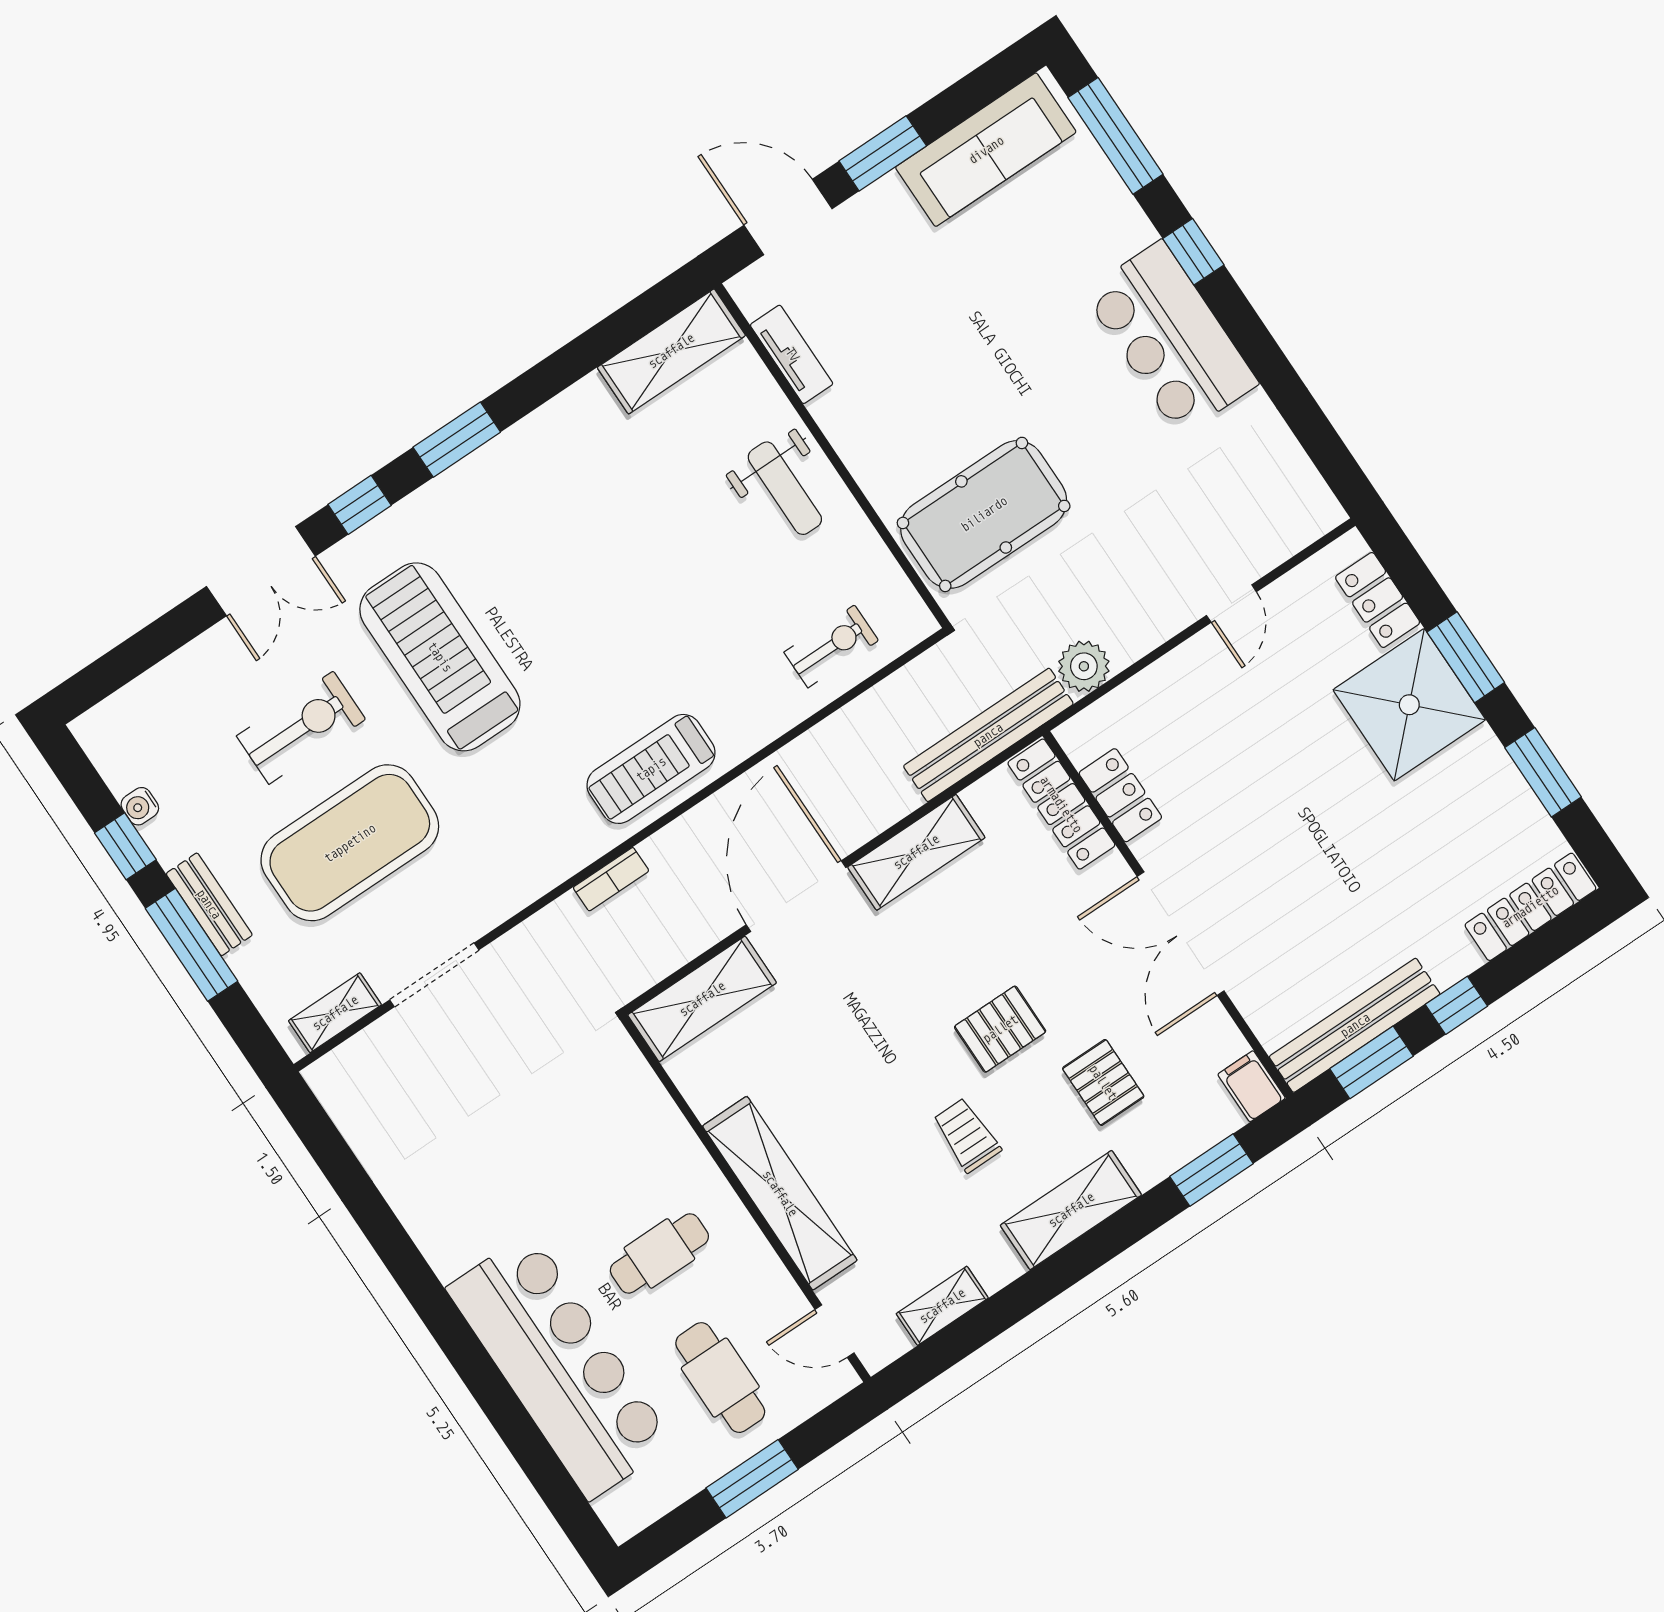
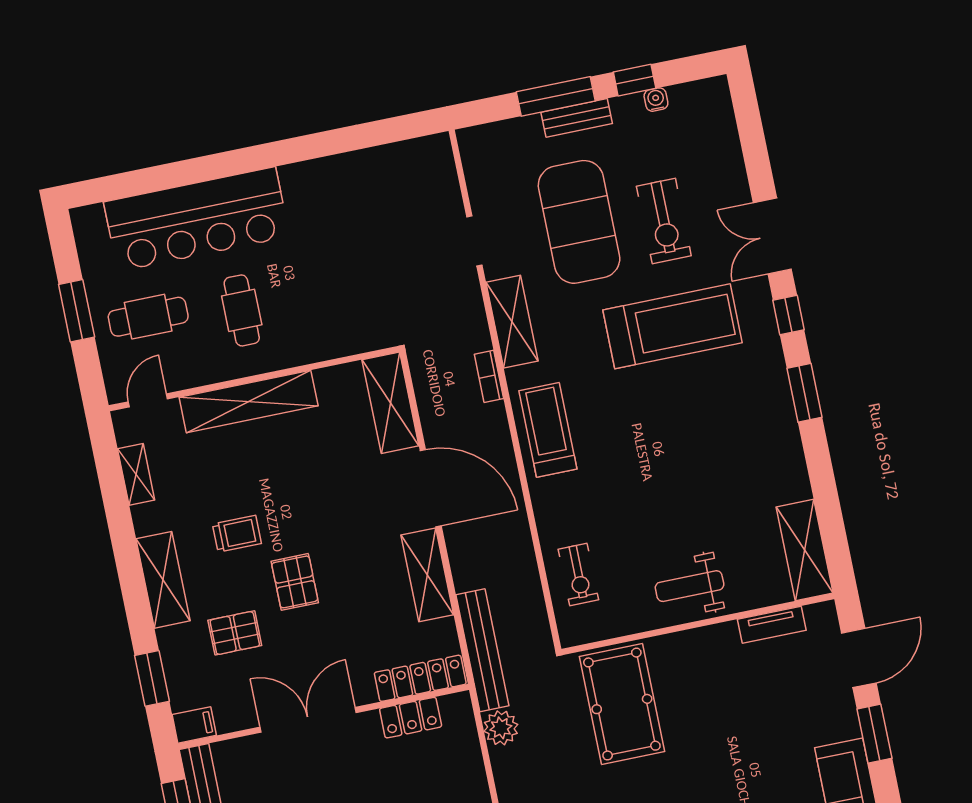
doorway: (434, 975) -> (474, 241), width x0.73
shelving: (335, 1013) -> (512, 322), moved, width x1.50, depth x1.33

